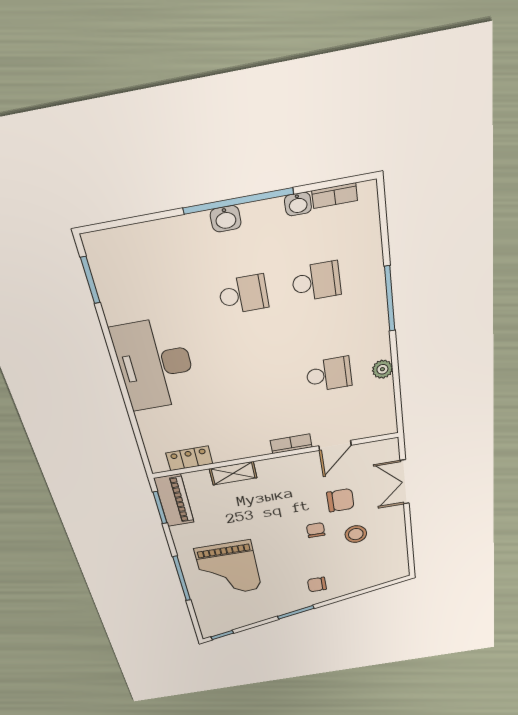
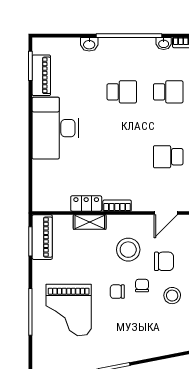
washbasin: (226, 219) -> (89, 44), moved
piano: (112, 292) -> (41, 75), added
school desk: (329, 374) -> (168, 157), turned 180
bookcase: (291, 444) -> (117, 206), moved
locker: (189, 458) -> (86, 203), moved
stool: (291, 495) -> (128, 250), added
chair: (317, 585) -> (117, 292), moved

